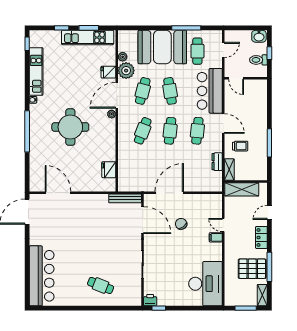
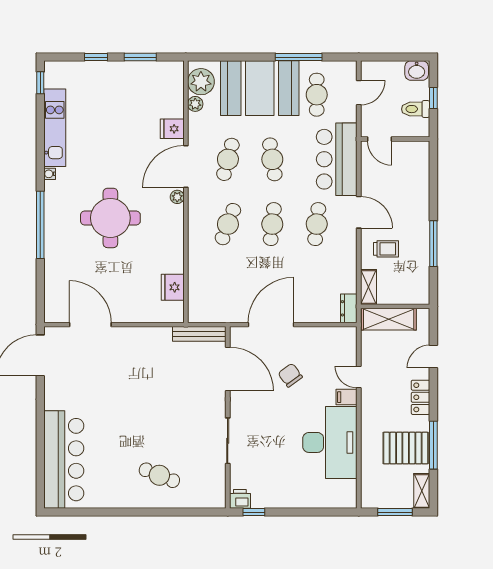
kitchen unit: (88, 37) -> (138, 73), removed
plant: (126, 71) -> (201, 82), moved
dresser: (217, 162) -> (349, 308), moved
desk: (206, 284) -> (330, 442), moved

